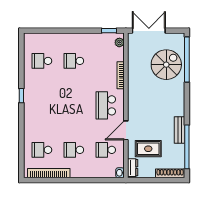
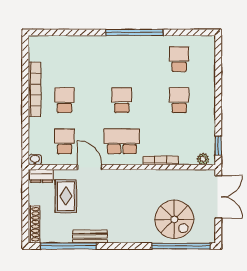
window: (21, 96) -> (134, 32), width x3.17
school desk: (42, 150) -> (122, 100), moved
bookcase: (49, 173) -> (34, 89), moved

